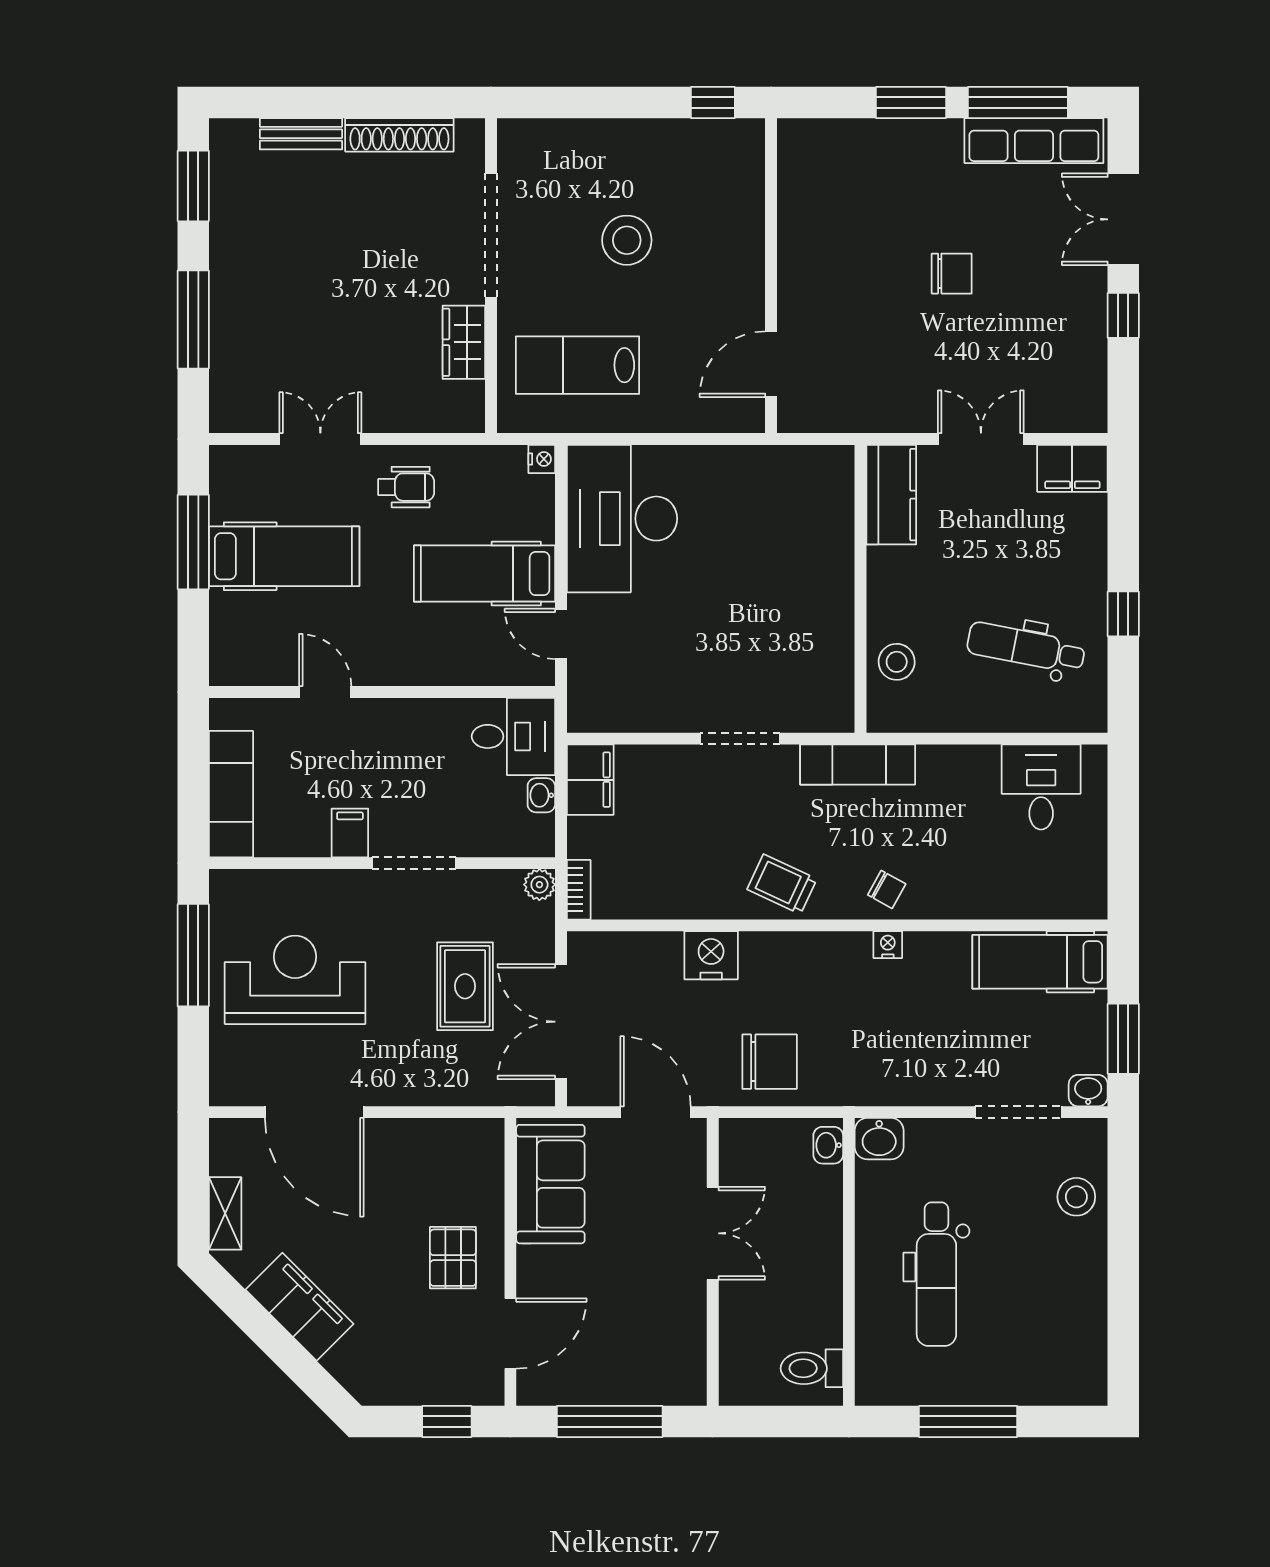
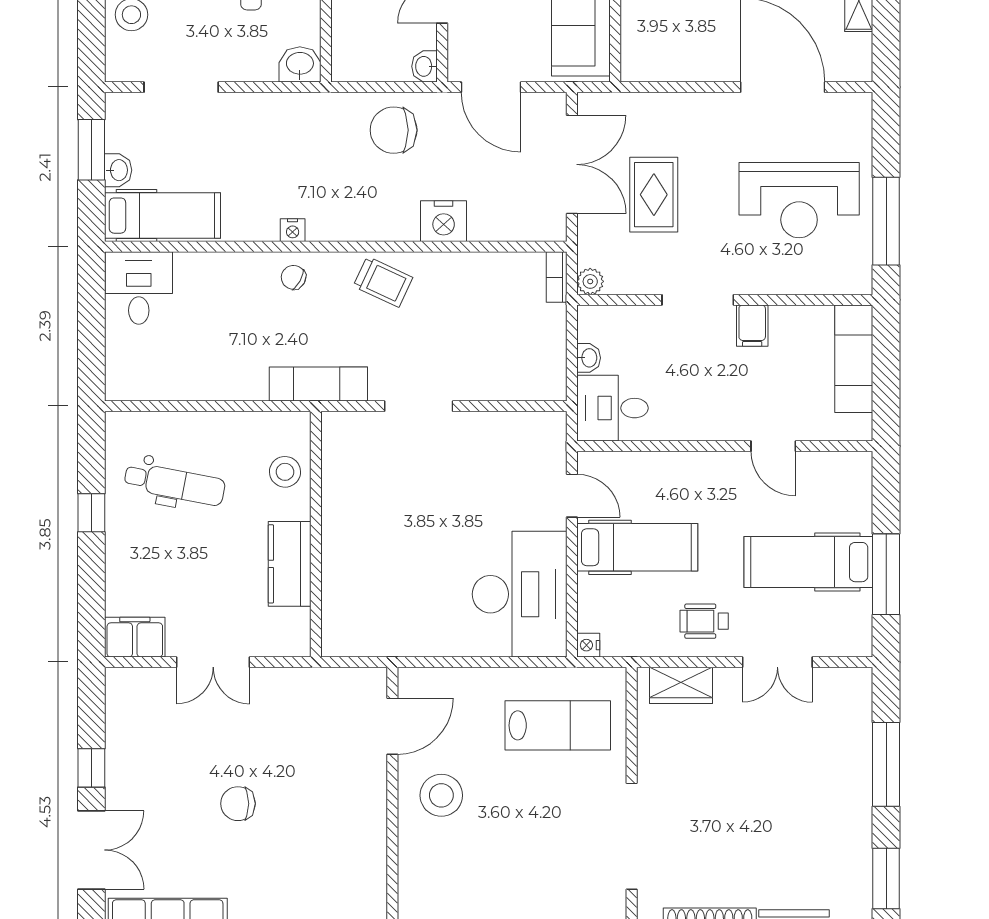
stool: (627, 240) -> (441, 795), moved
wardrobe: (464, 342) -> (681, 685), moved, turned 90
kitchen counter: (891, 495) -> (290, 564), moved
filing cabinet: (590, 780) -> (547, 371), removed
desk: (1041, 787) -> (139, 288), moved, turned 180
washbasin: (1088, 1091) -> (118, 170), moved, turned -90
washbasin: (828, 1145) -> (424, 66), moved, turned 180

